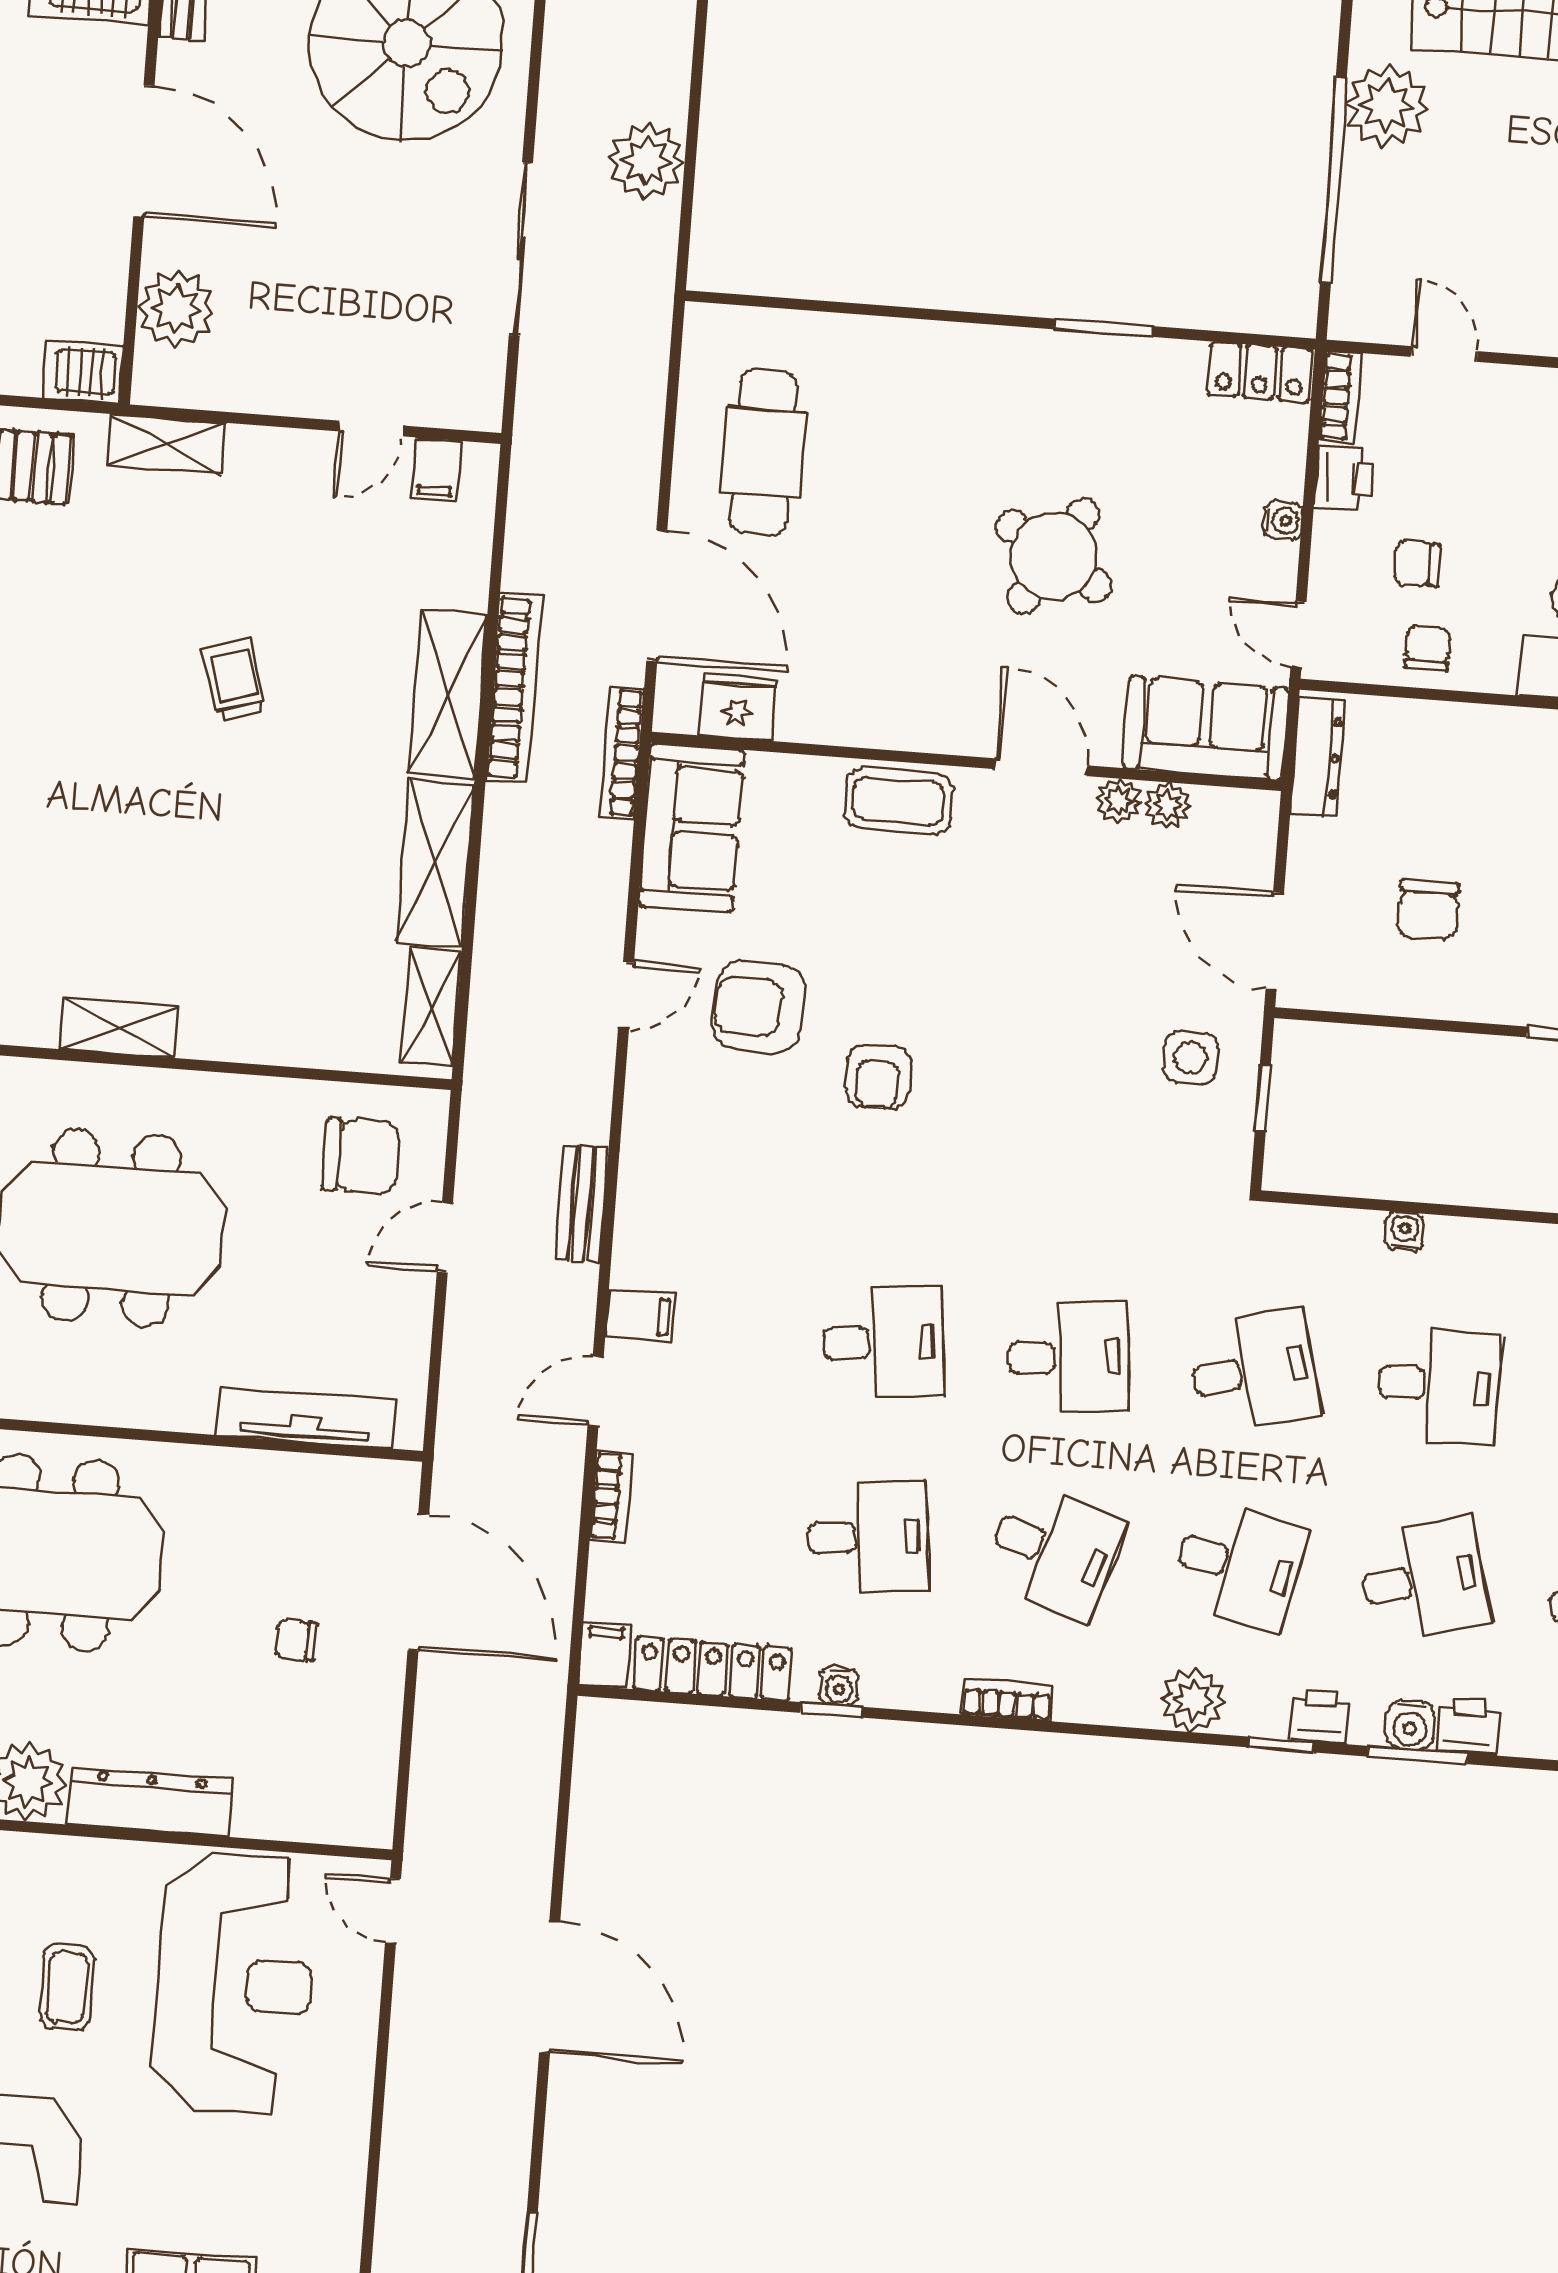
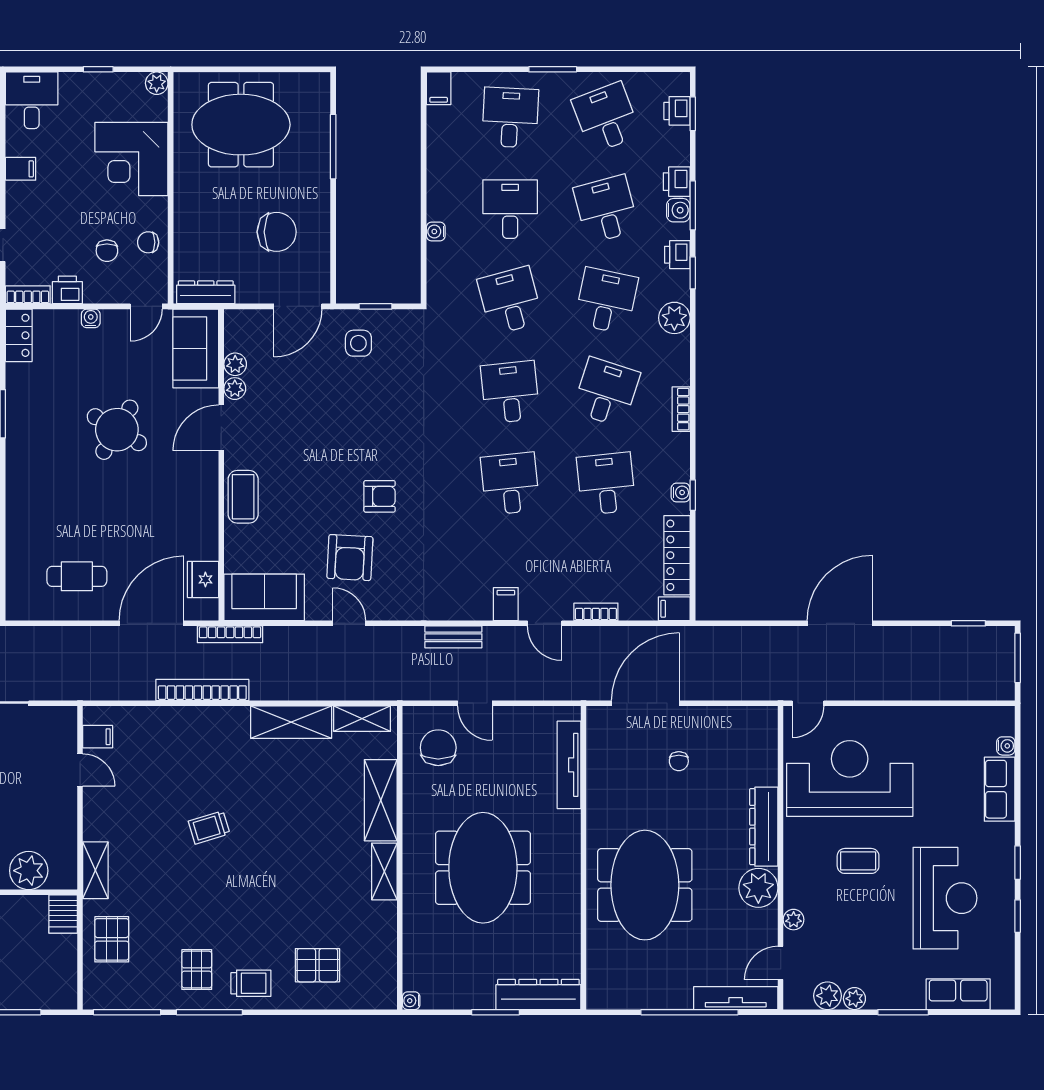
cafe table: (763, 452) -> (77, 576), width x0.73, depth x0.74
shelving: (448, 694) -> (381, 800), moved, turned 90
chair: (1429, 910) -> (277, 232), width x1.37, depth x1.37

